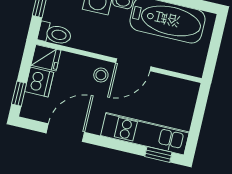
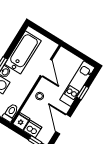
door: (133, 65) -> (46, 68), moved
window: (158, 154) -> (83, 92), moved

